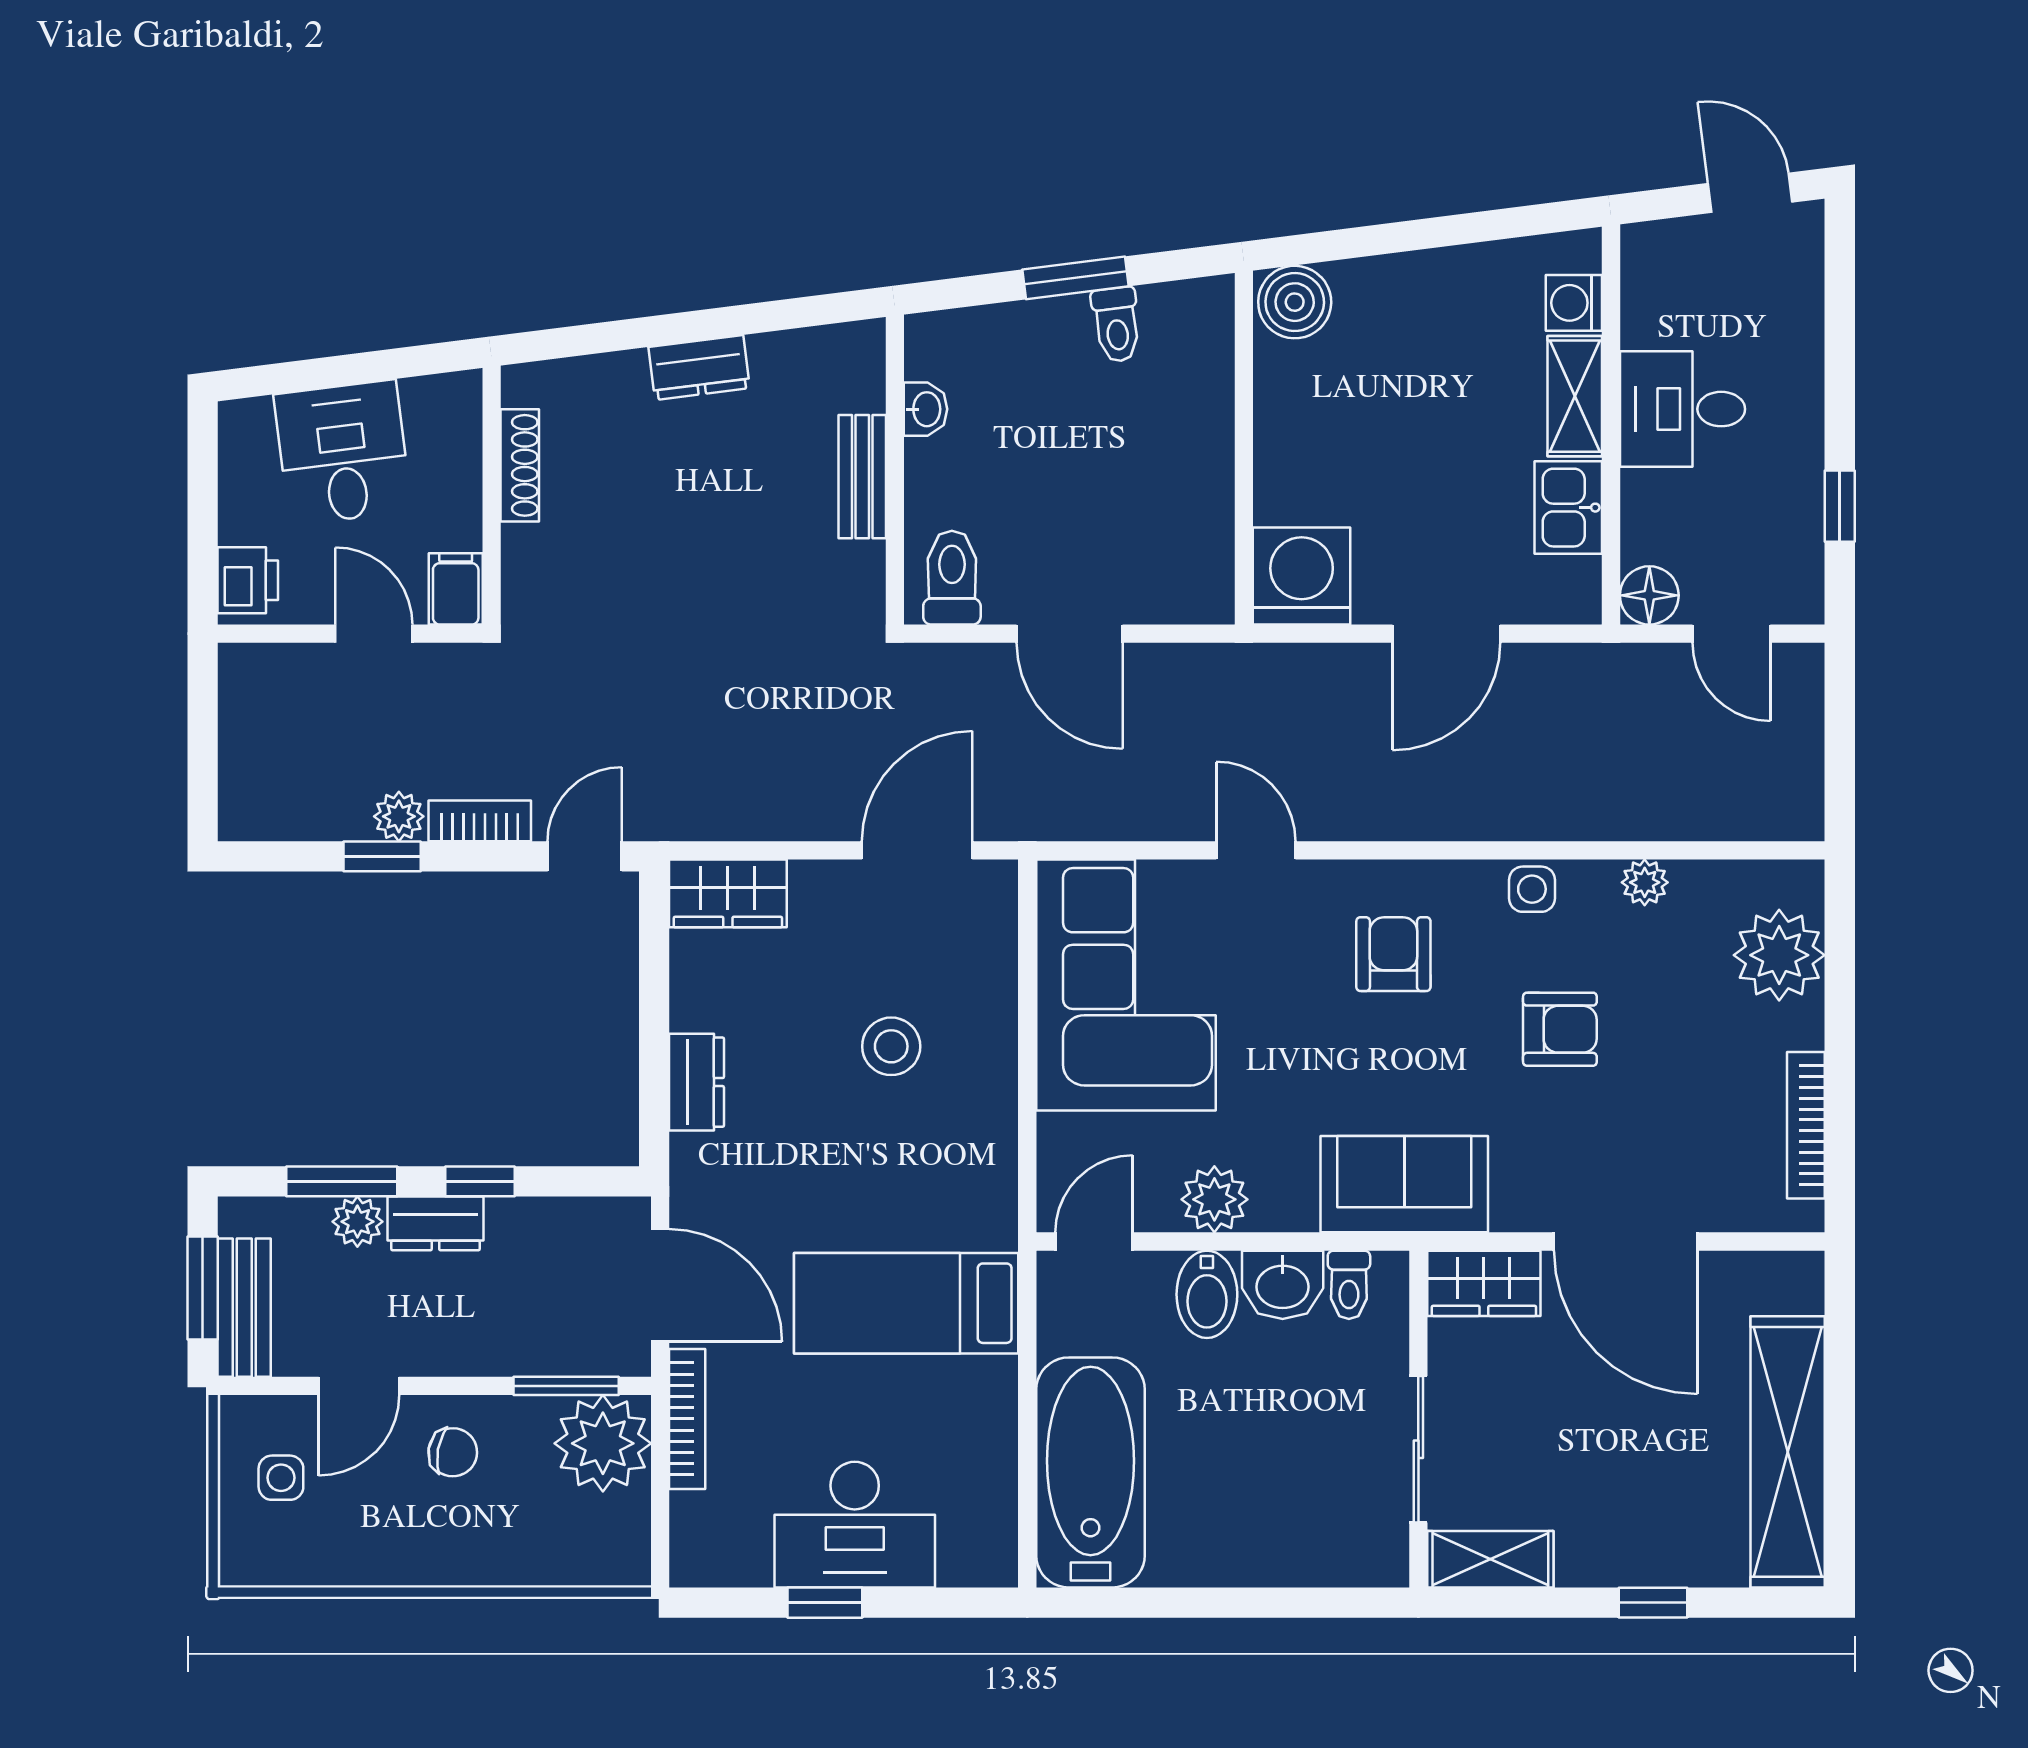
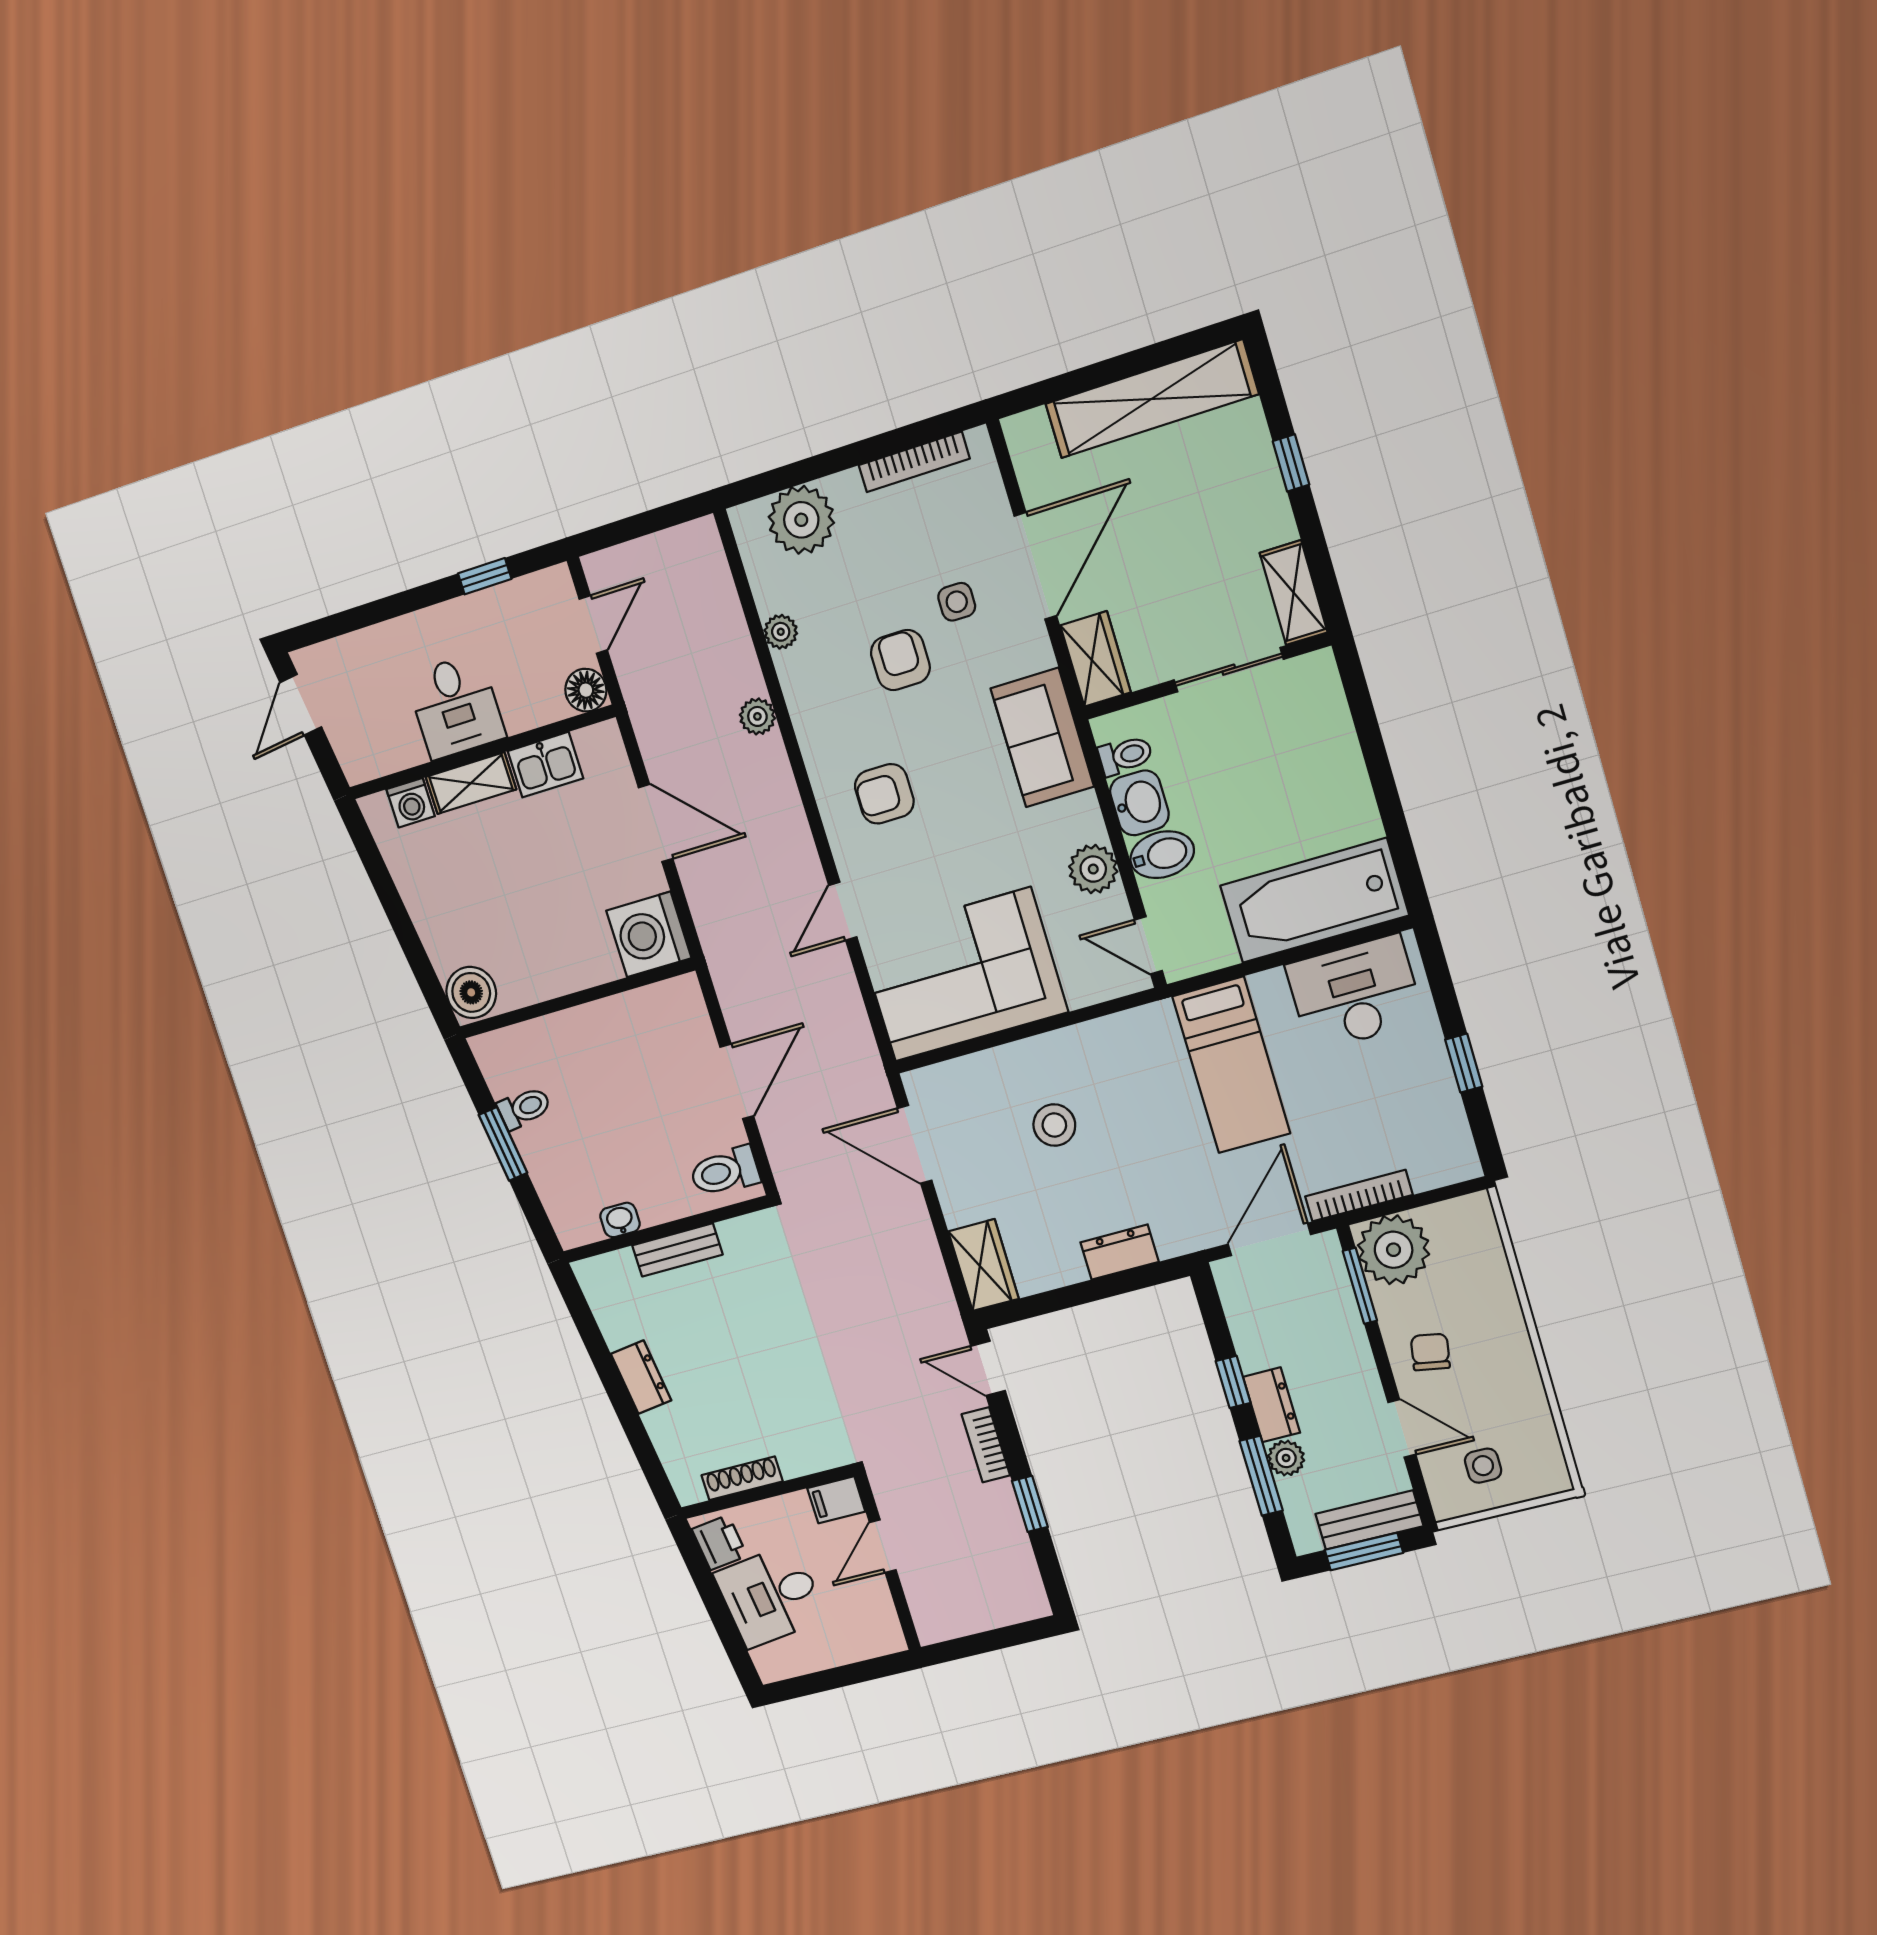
printer: (248, 580) -> (719, 1543), moved, turned 83
plant: (399, 816) -> (757, 716), moved
side table: (1532, 889) -> (957, 602), moved
desk: (855, 1525) -> (1355, 993), moved, turned -90

